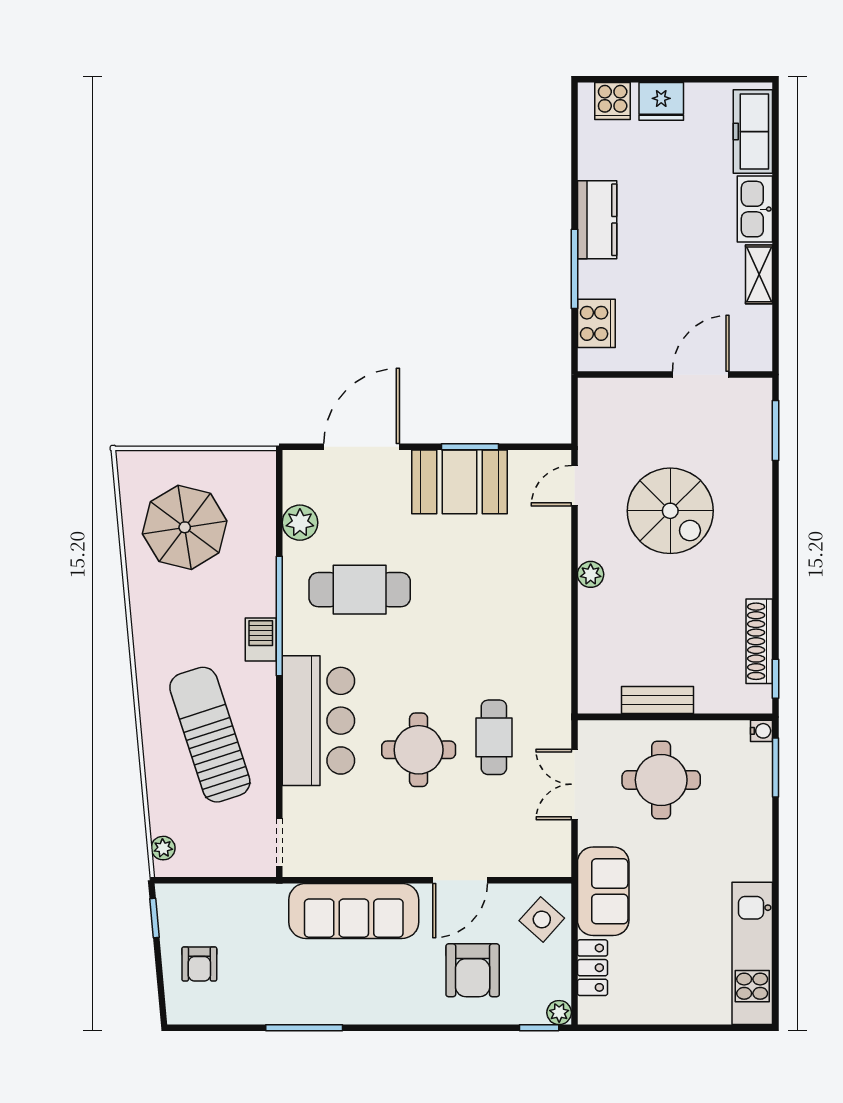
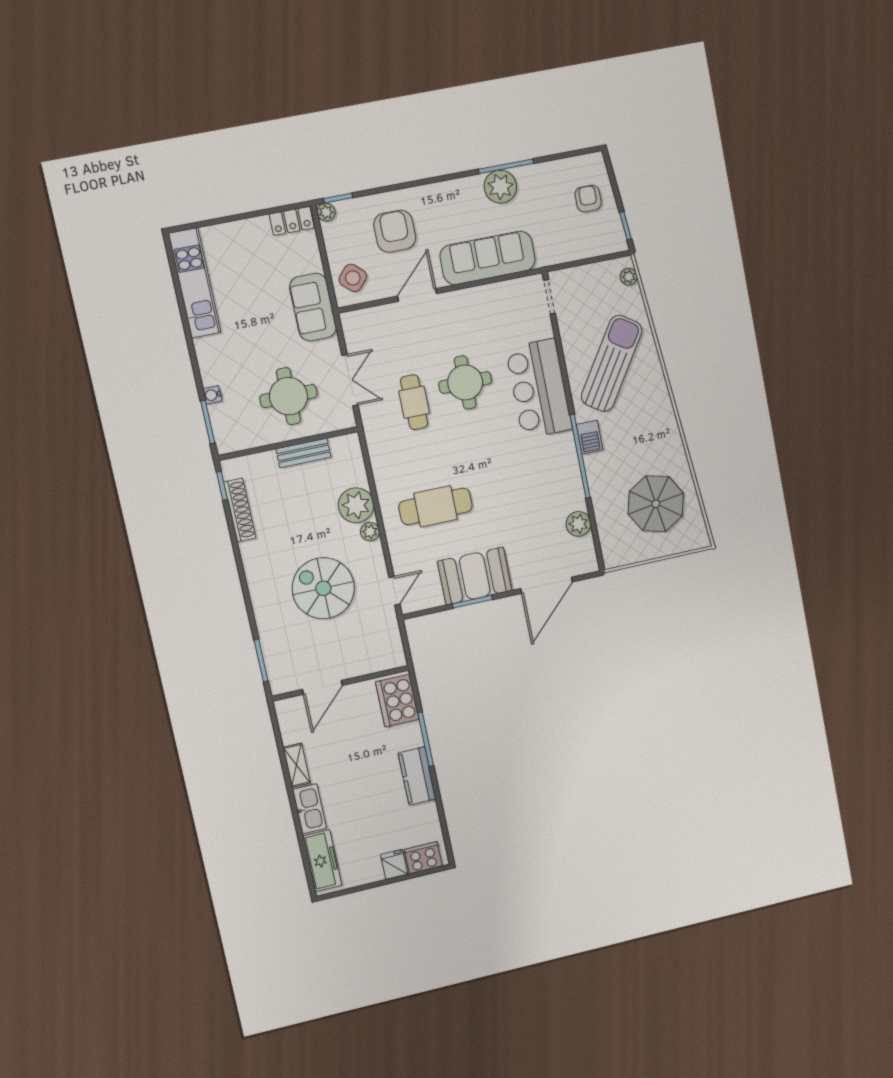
cooker: (613, 101) -> (423, 858), width x1.36
fridge: (661, 101) -> (394, 864), width x0.72
cooker: (596, 323) -> (397, 701), width x1.37, depth x1.31
cafe table: (360, 590) -> (436, 506), moved
plant: (602, 614) -> (356, 505), added
water cooler: (761, 731) -> (212, 395), moved
sun lounger: (210, 735) -> (612, 363), turned -129
locker: (592, 968) -> (292, 221), moved, turned -90
plant: (317, 1002) -> (500, 187), added

